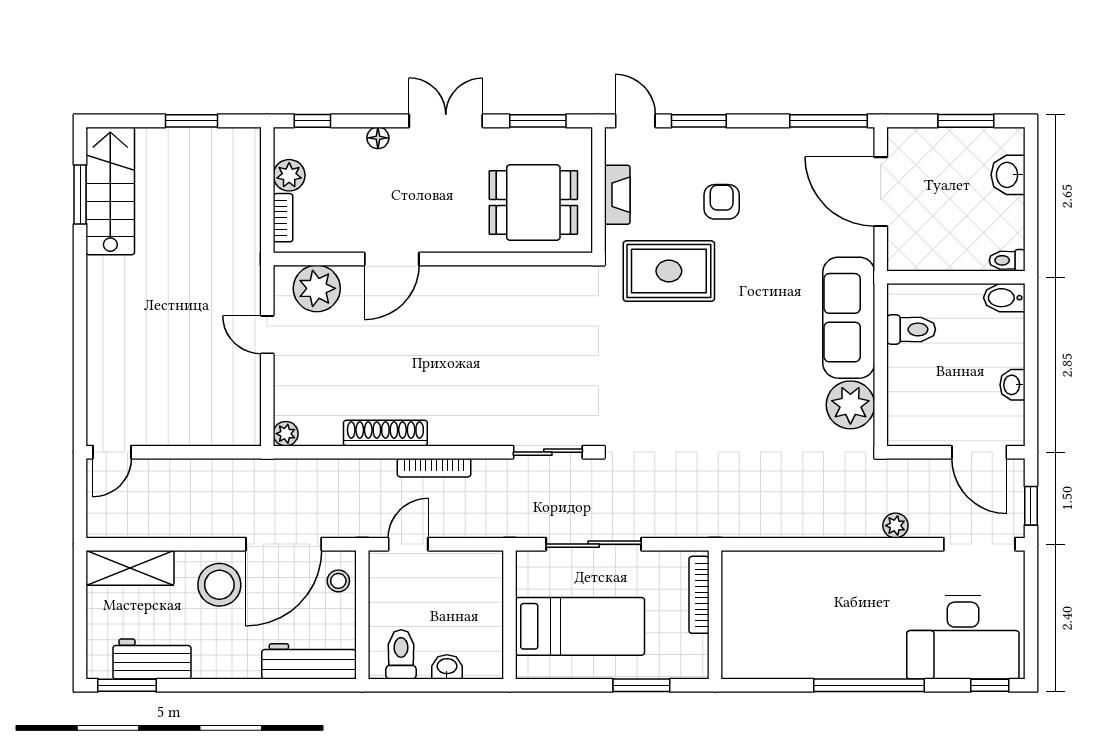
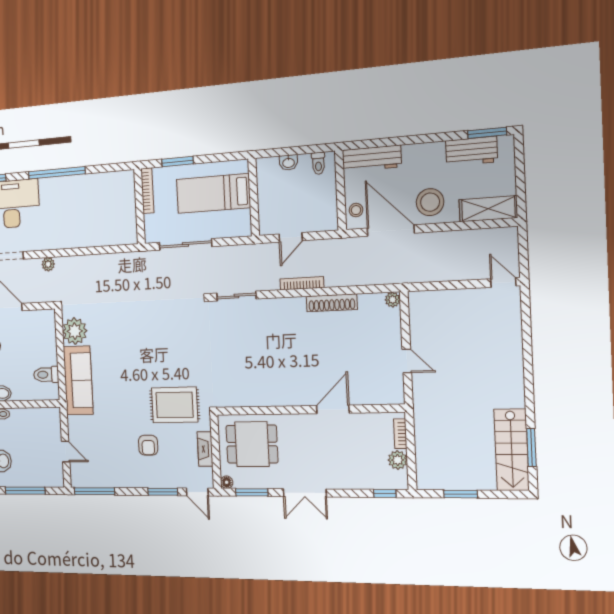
window: (966, 121) -> (25, 491), width x1.44
floor lamp: (378, 138) -> (227, 482), moved
door: (881, 192) -> (66, 451), width x0.53
plant: (317, 288) -> (377, 390), removed
door: (112, 452) -> (503, 282), hinge flipped
door: (284, 544) -> (391, 231), hinge flipped
door: (408, 544) -> (291, 237), moved
sliding door: (594, 544) -> (185, 244), moved
bookcase: (699, 595) -> (147, 191), moved
toilet: (401, 654) -> (318, 163), width x0.73, depth x0.72

